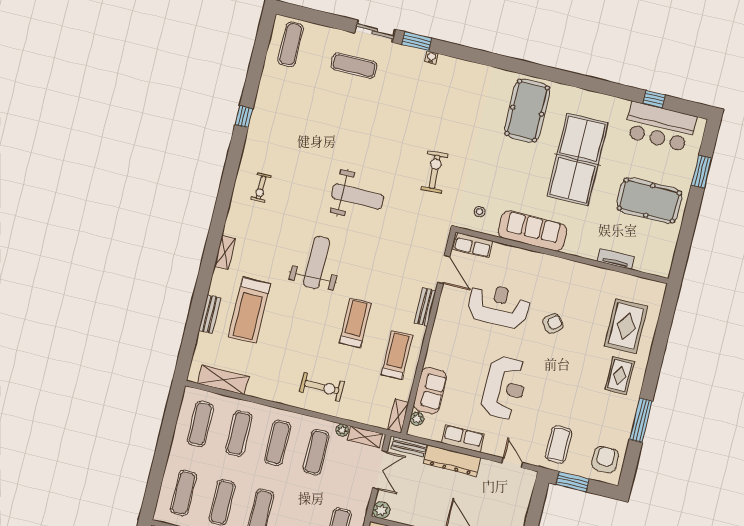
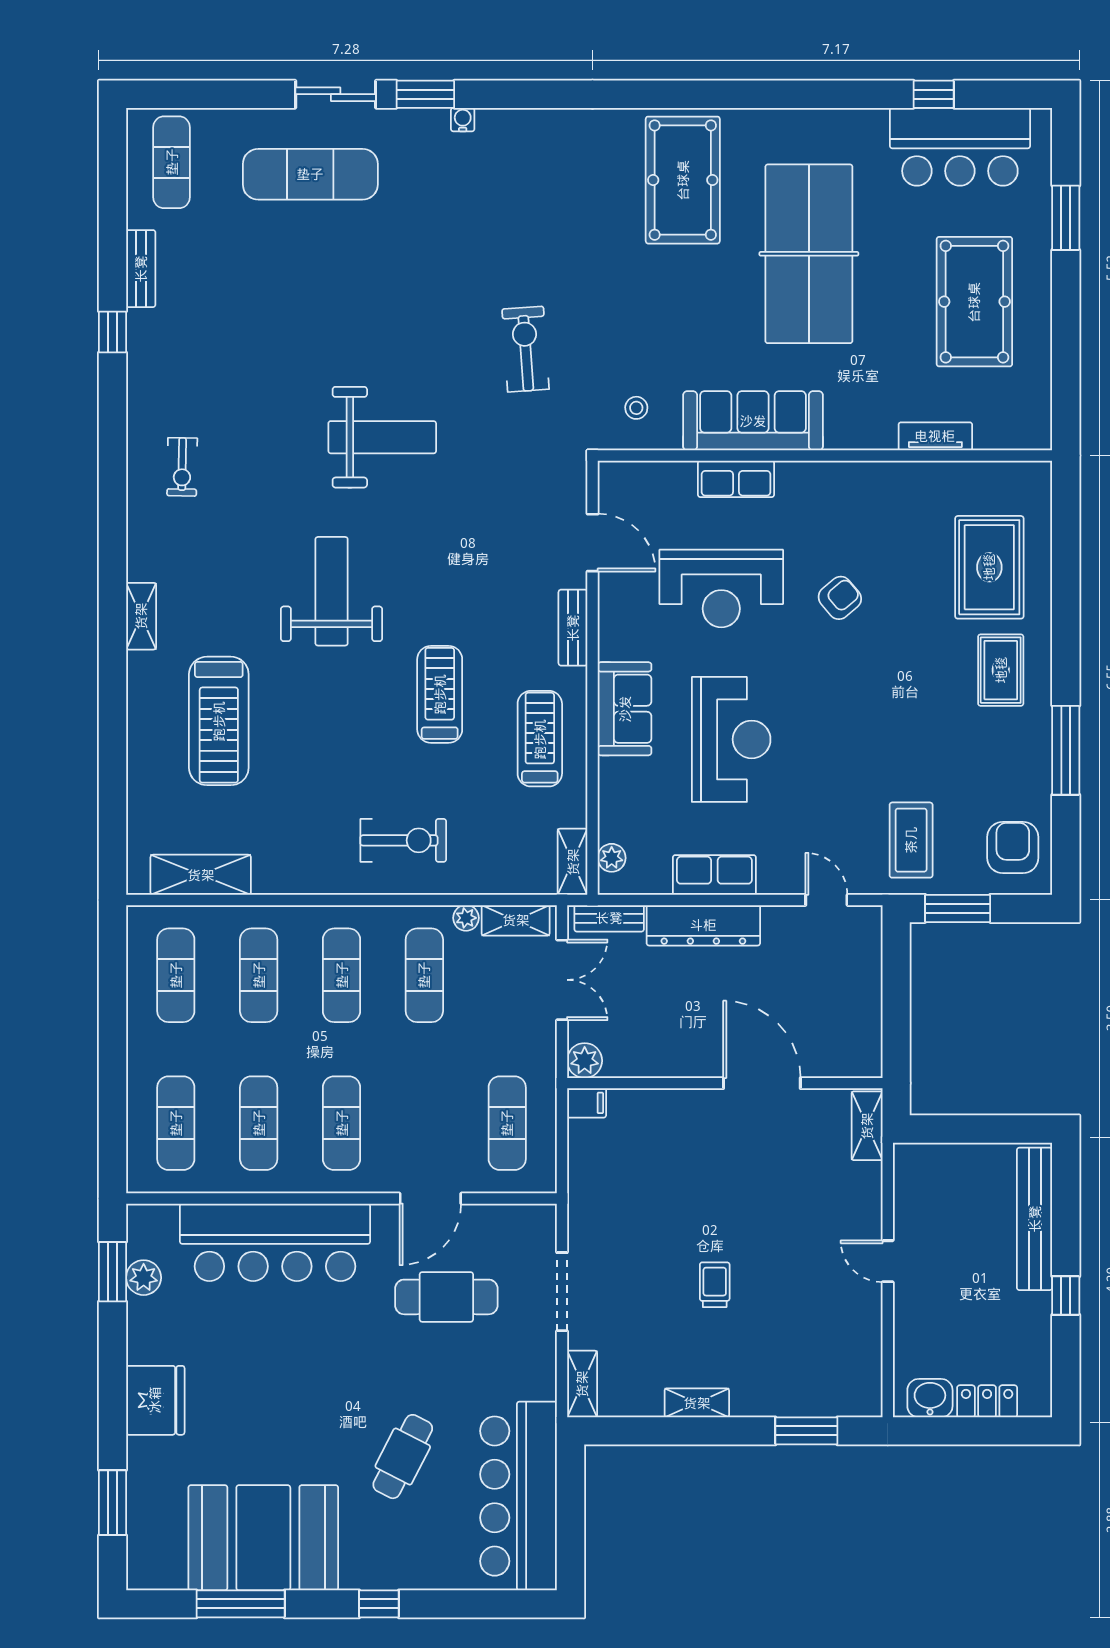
exercise mat: (354, 66) -> (310, 174), width x1.36, depth x1.45
pool table: (649, 201) -> (974, 302), turned 90
row of seats: (473, 245) -> (736, 479), moved
reception desk: (499, 306) -> (721, 588), turned 180
bench: (210, 314) -> (141, 269), moved
reception desk: (505, 388) -> (731, 739), moved
sofa: (430, 391) -> (625, 709), moved

